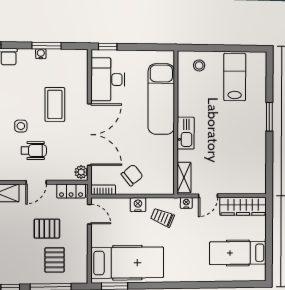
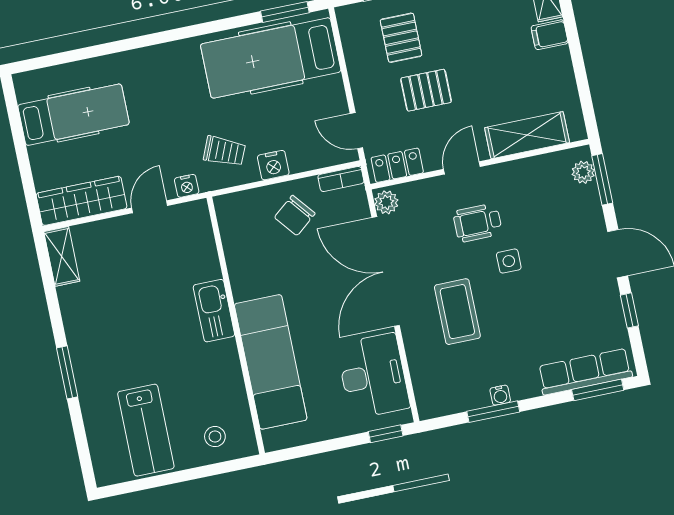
shelving: (184, 178) -> (62, 256), moved

